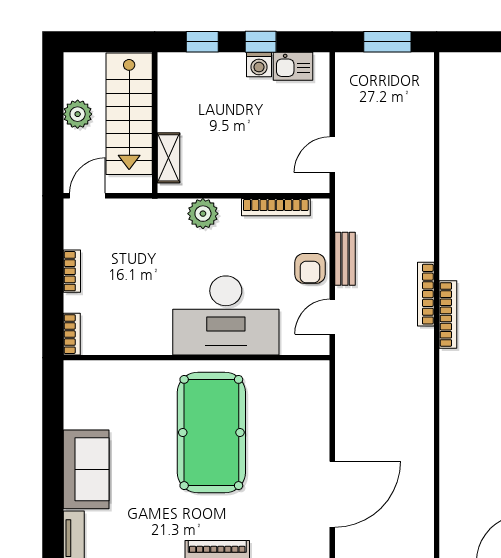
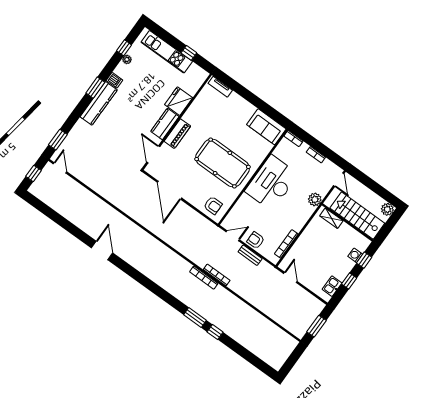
washing machine: (259, 65) -> (355, 255), moved
plant: (78, 114) -> (387, 209), moved
plant: (203, 214) -> (315, 199), moved
desk: (226, 315) -> (272, 183), moved
door: (332, 317) -> (233, 236), hinge flipped
armchair: (302, 394) -> (213, 205), added
sofa: (86, 469) -> (266, 127), moved

